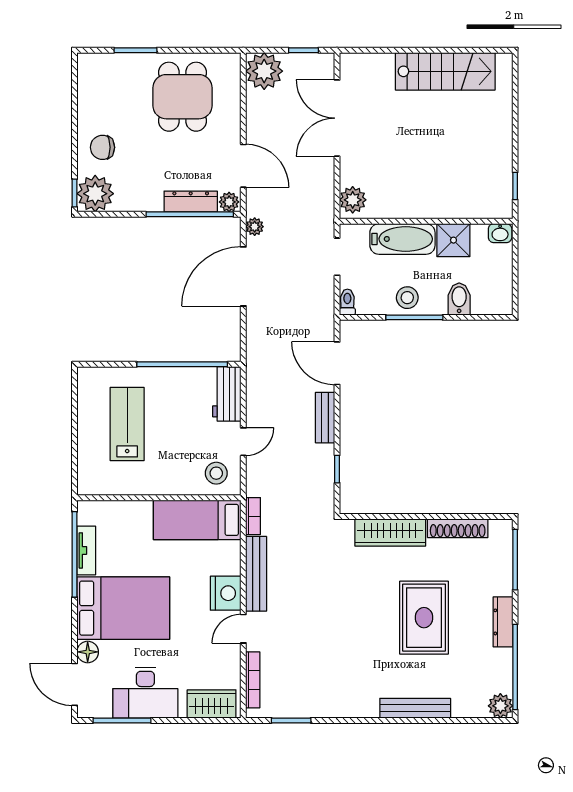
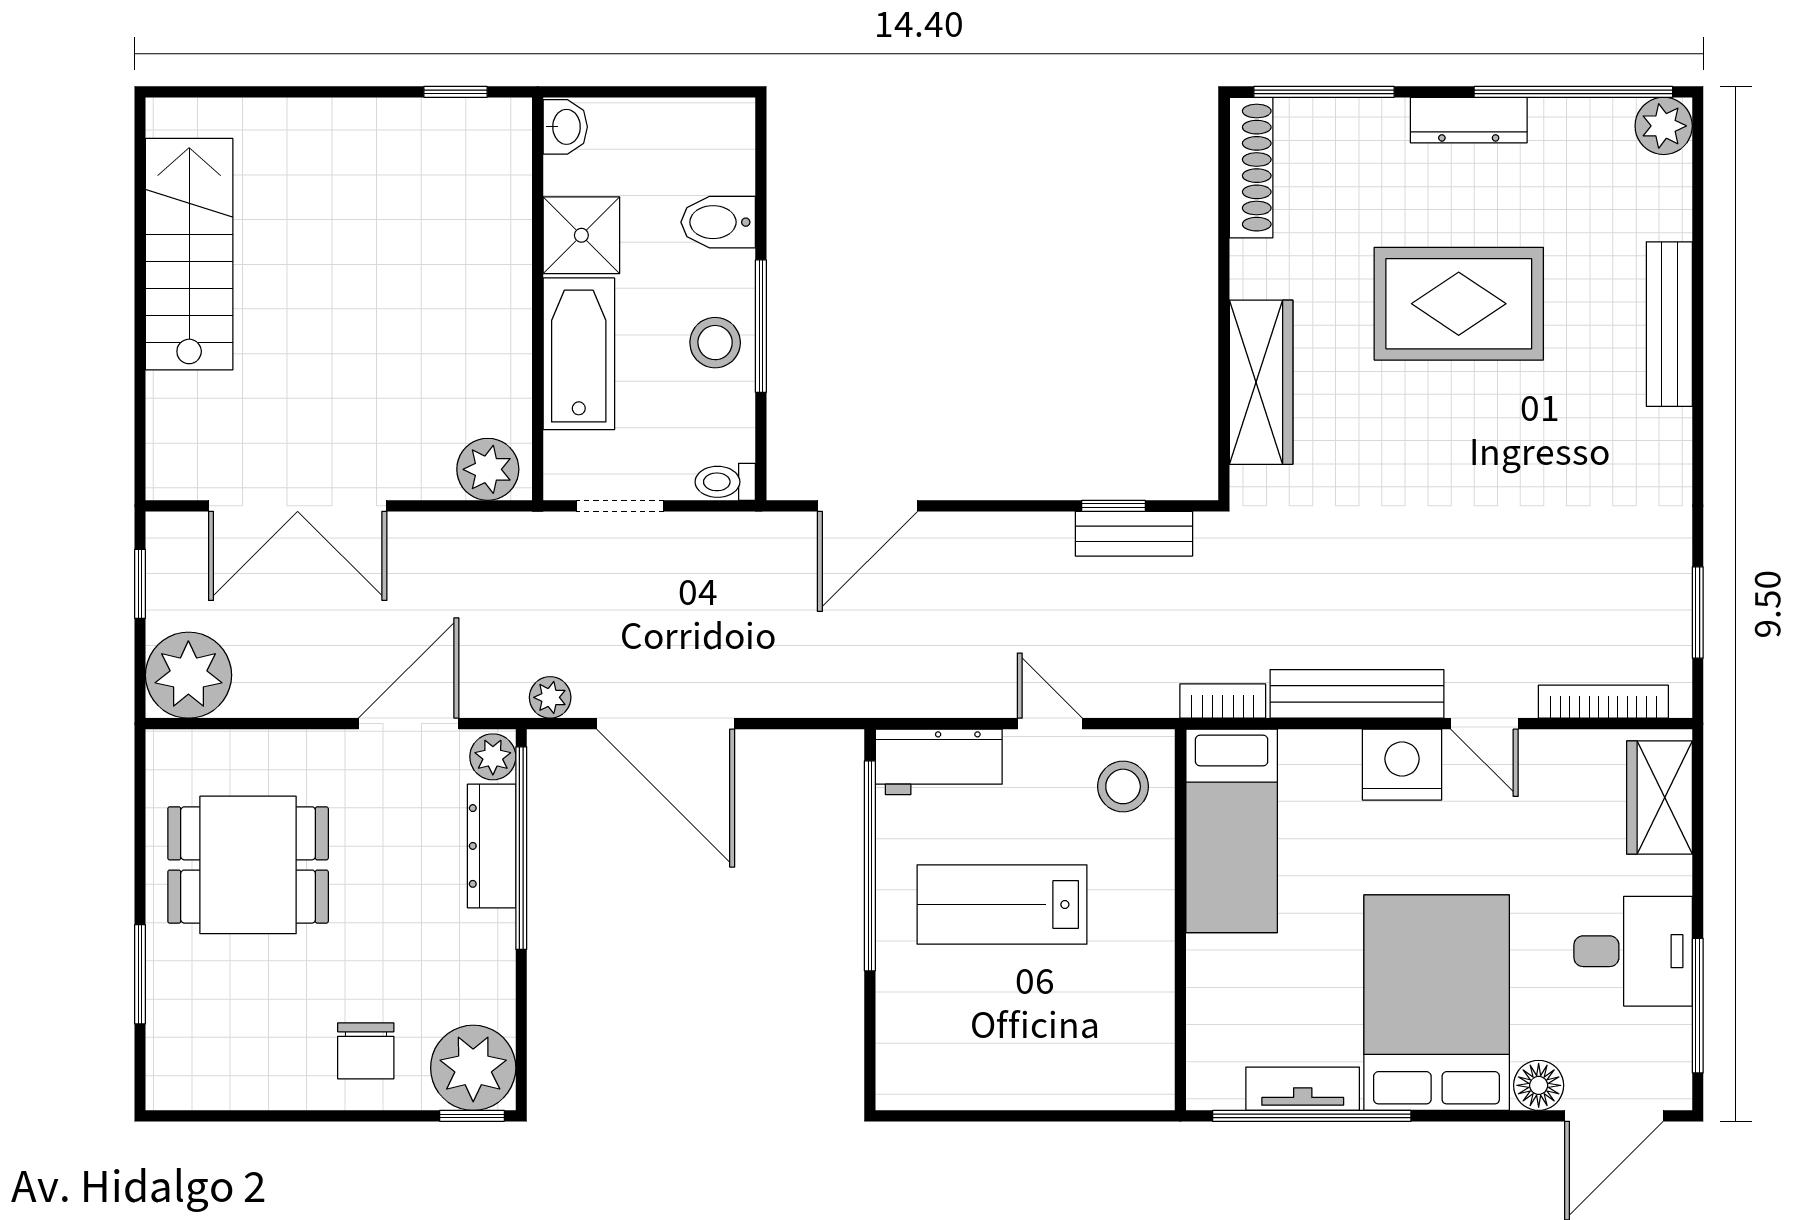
bench: (325, 418) -> (1134, 534), moved
lab bench: (127, 424) -> (1002, 905), moved
shoe rack: (458, 528) -> (1251, 168), moved
desk: (145, 693) -> (1633, 951), width x0.73

